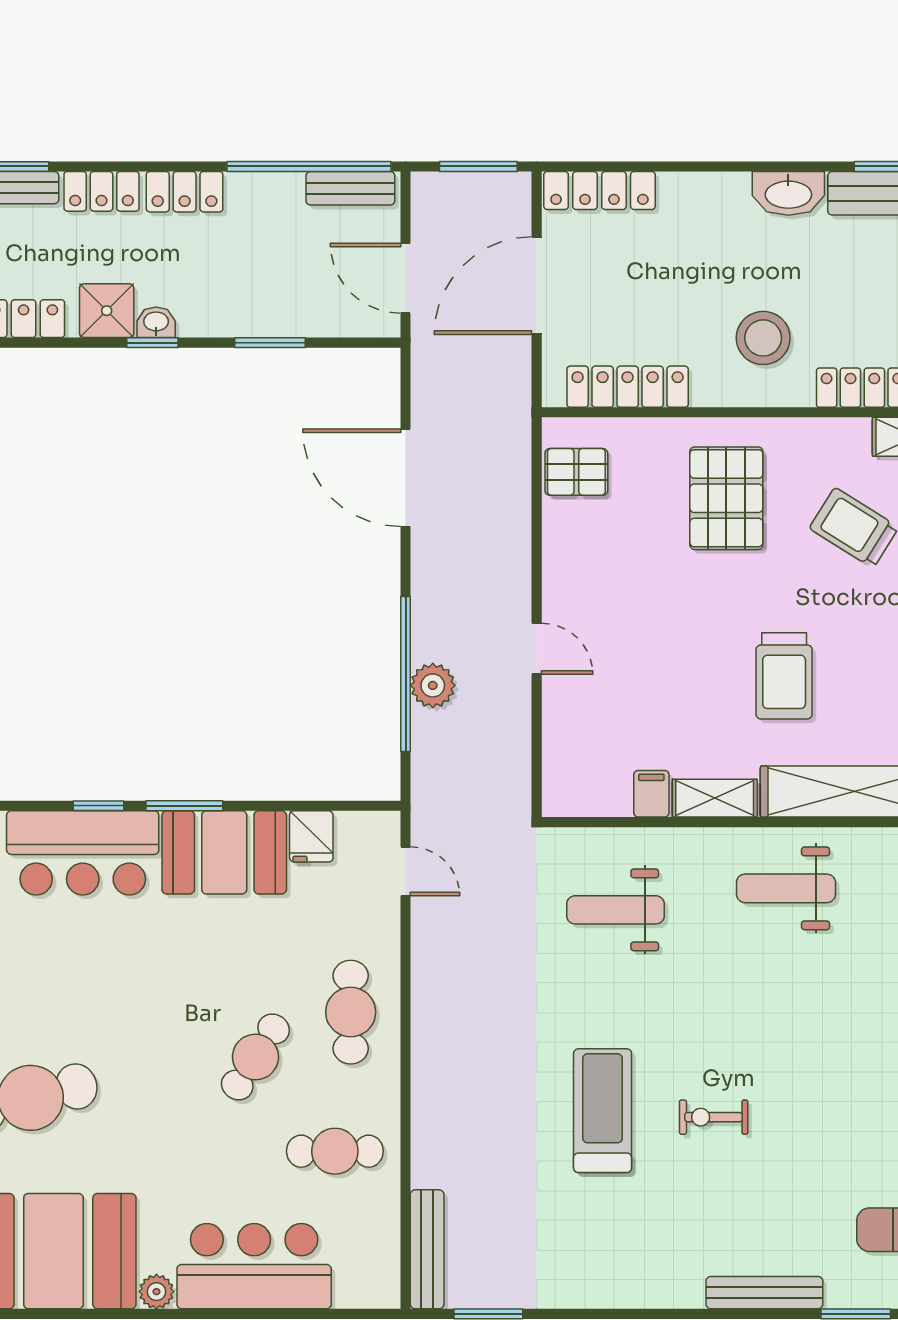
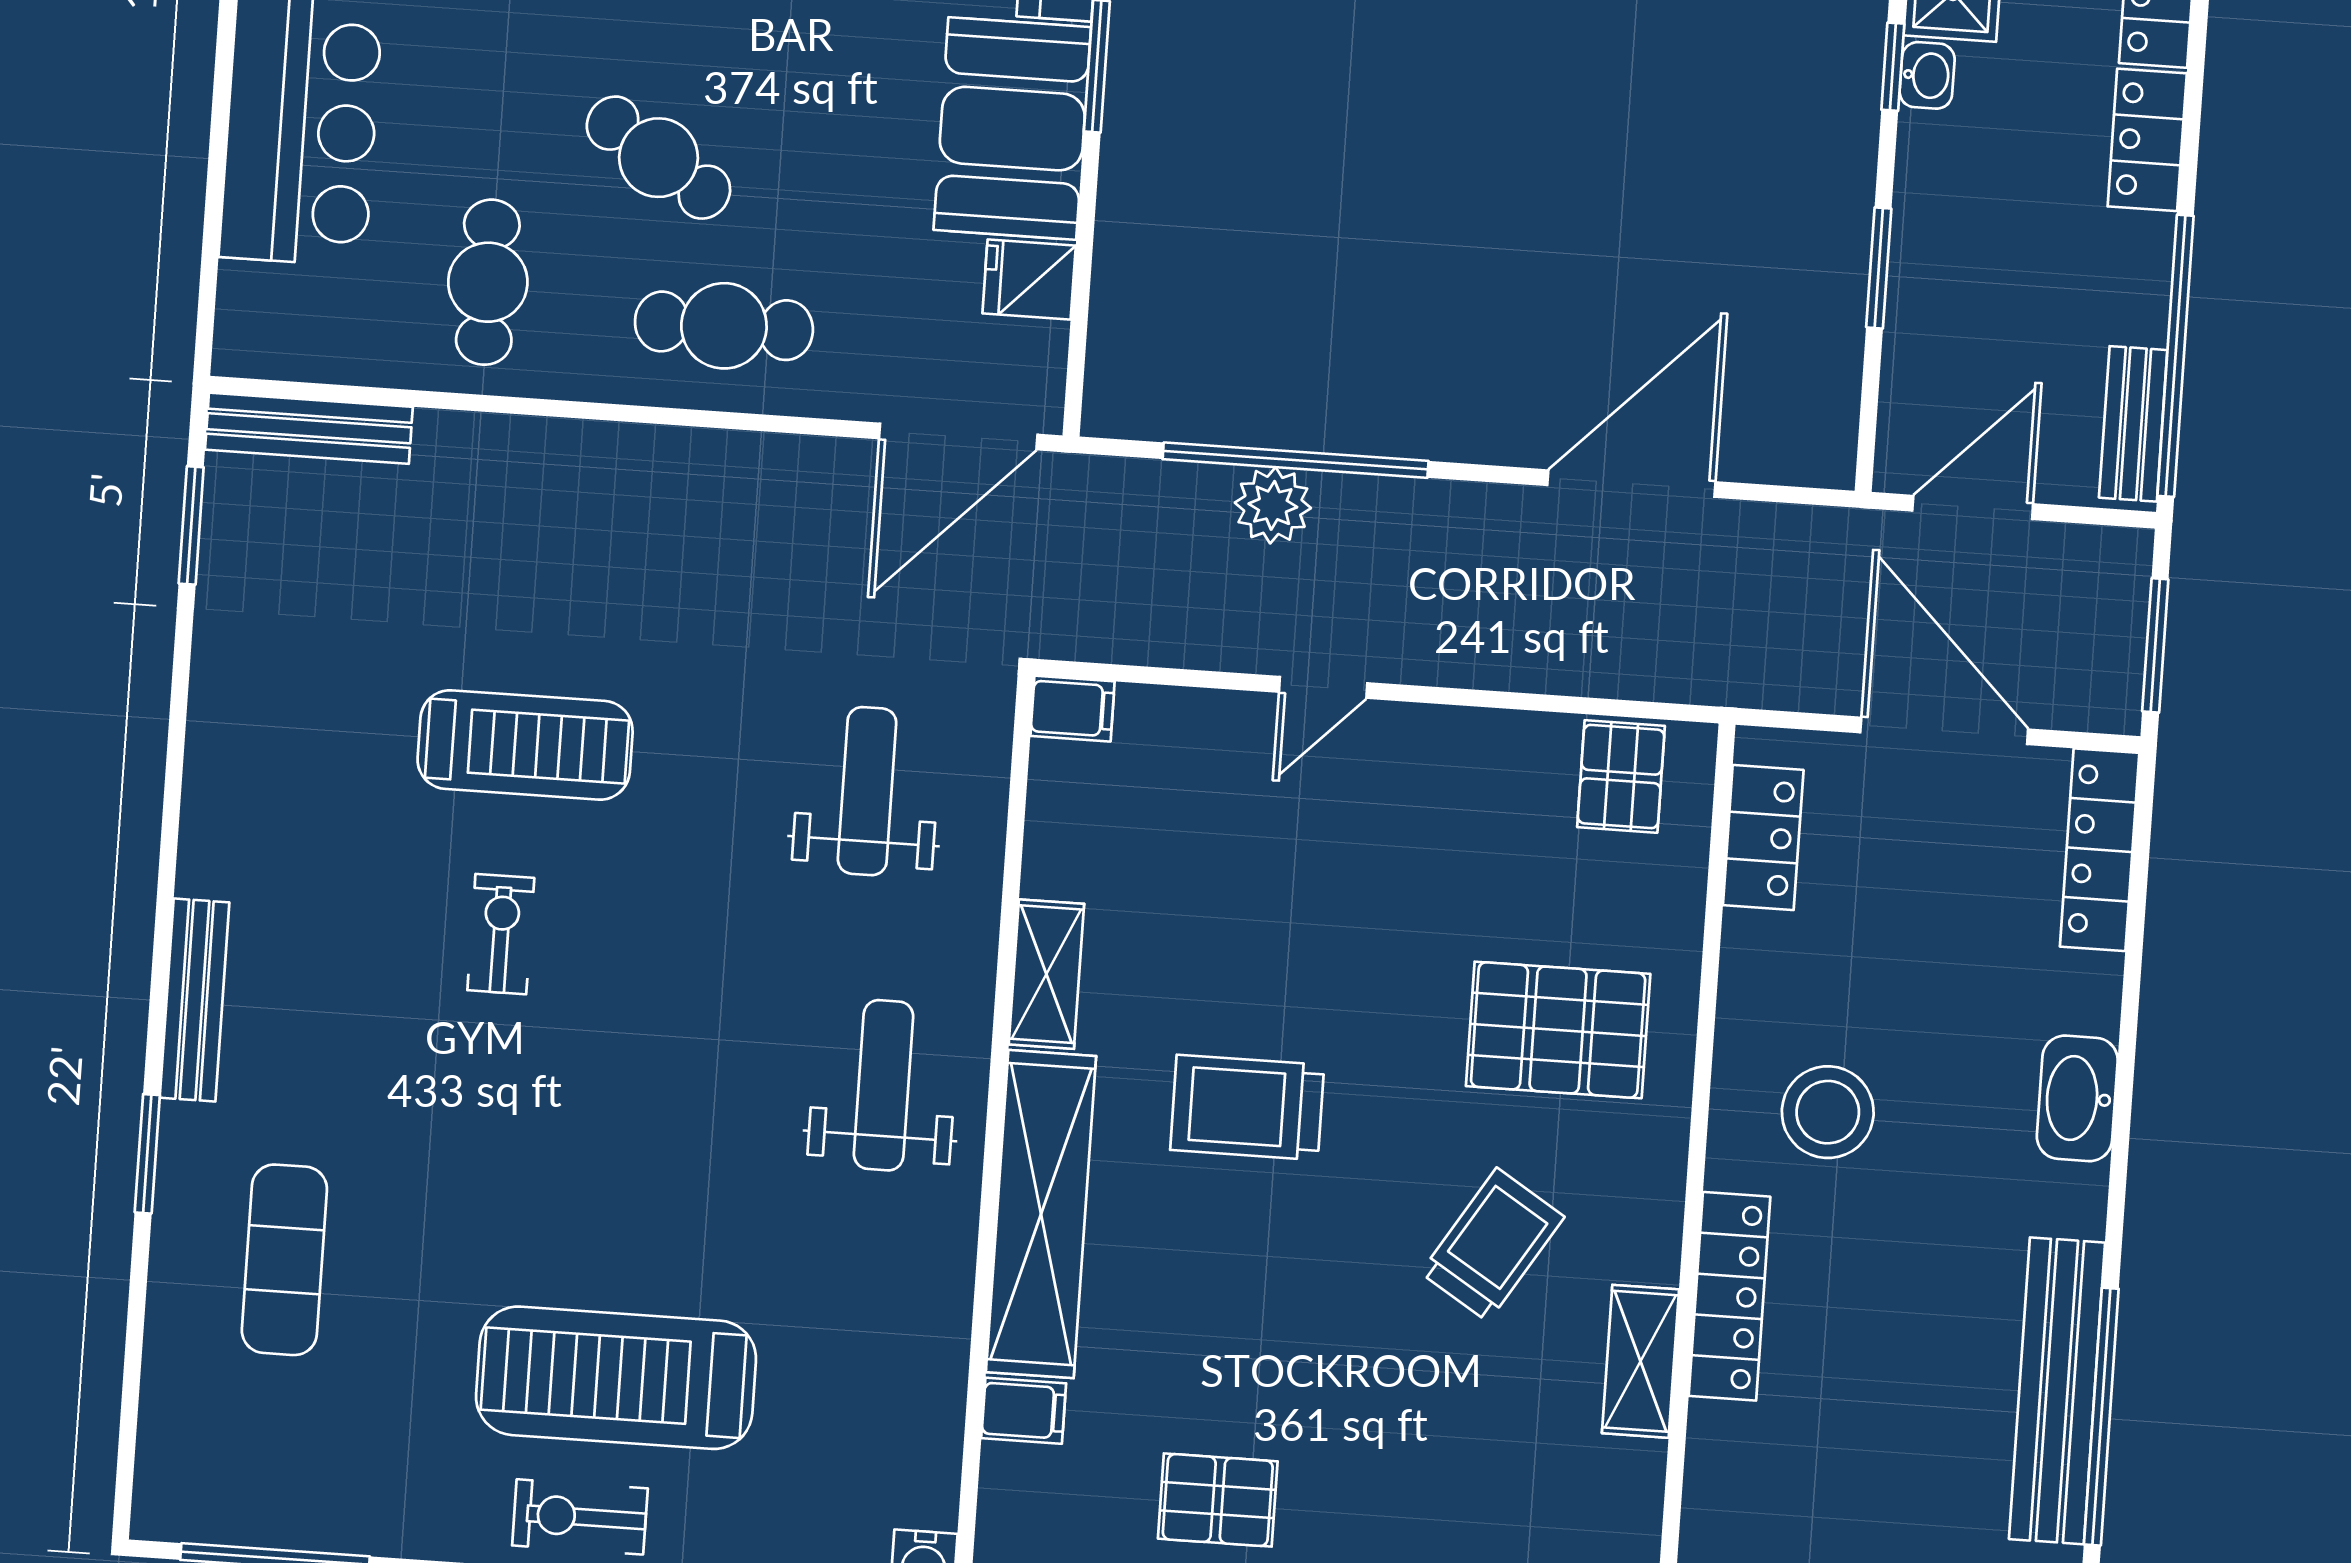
washbasin: (788, 193) -> (2077, 1098), moved
locker: (628, 387) -> (1763, 838), width x0.66
filing cabinet: (651, 794) -> (1073, 709), moved
door: (406, 871) -> (958, 437), width x1.87

